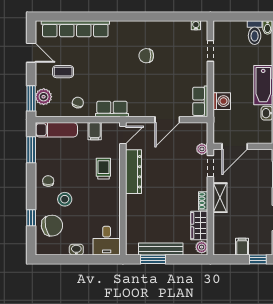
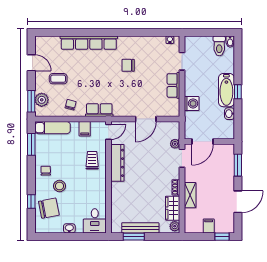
row of seats: (75, 29) -> (89, 43), moved
row of seats: (200, 101) -> (173, 85), moved
shelving: (220, 198) -> (190, 195), moved

